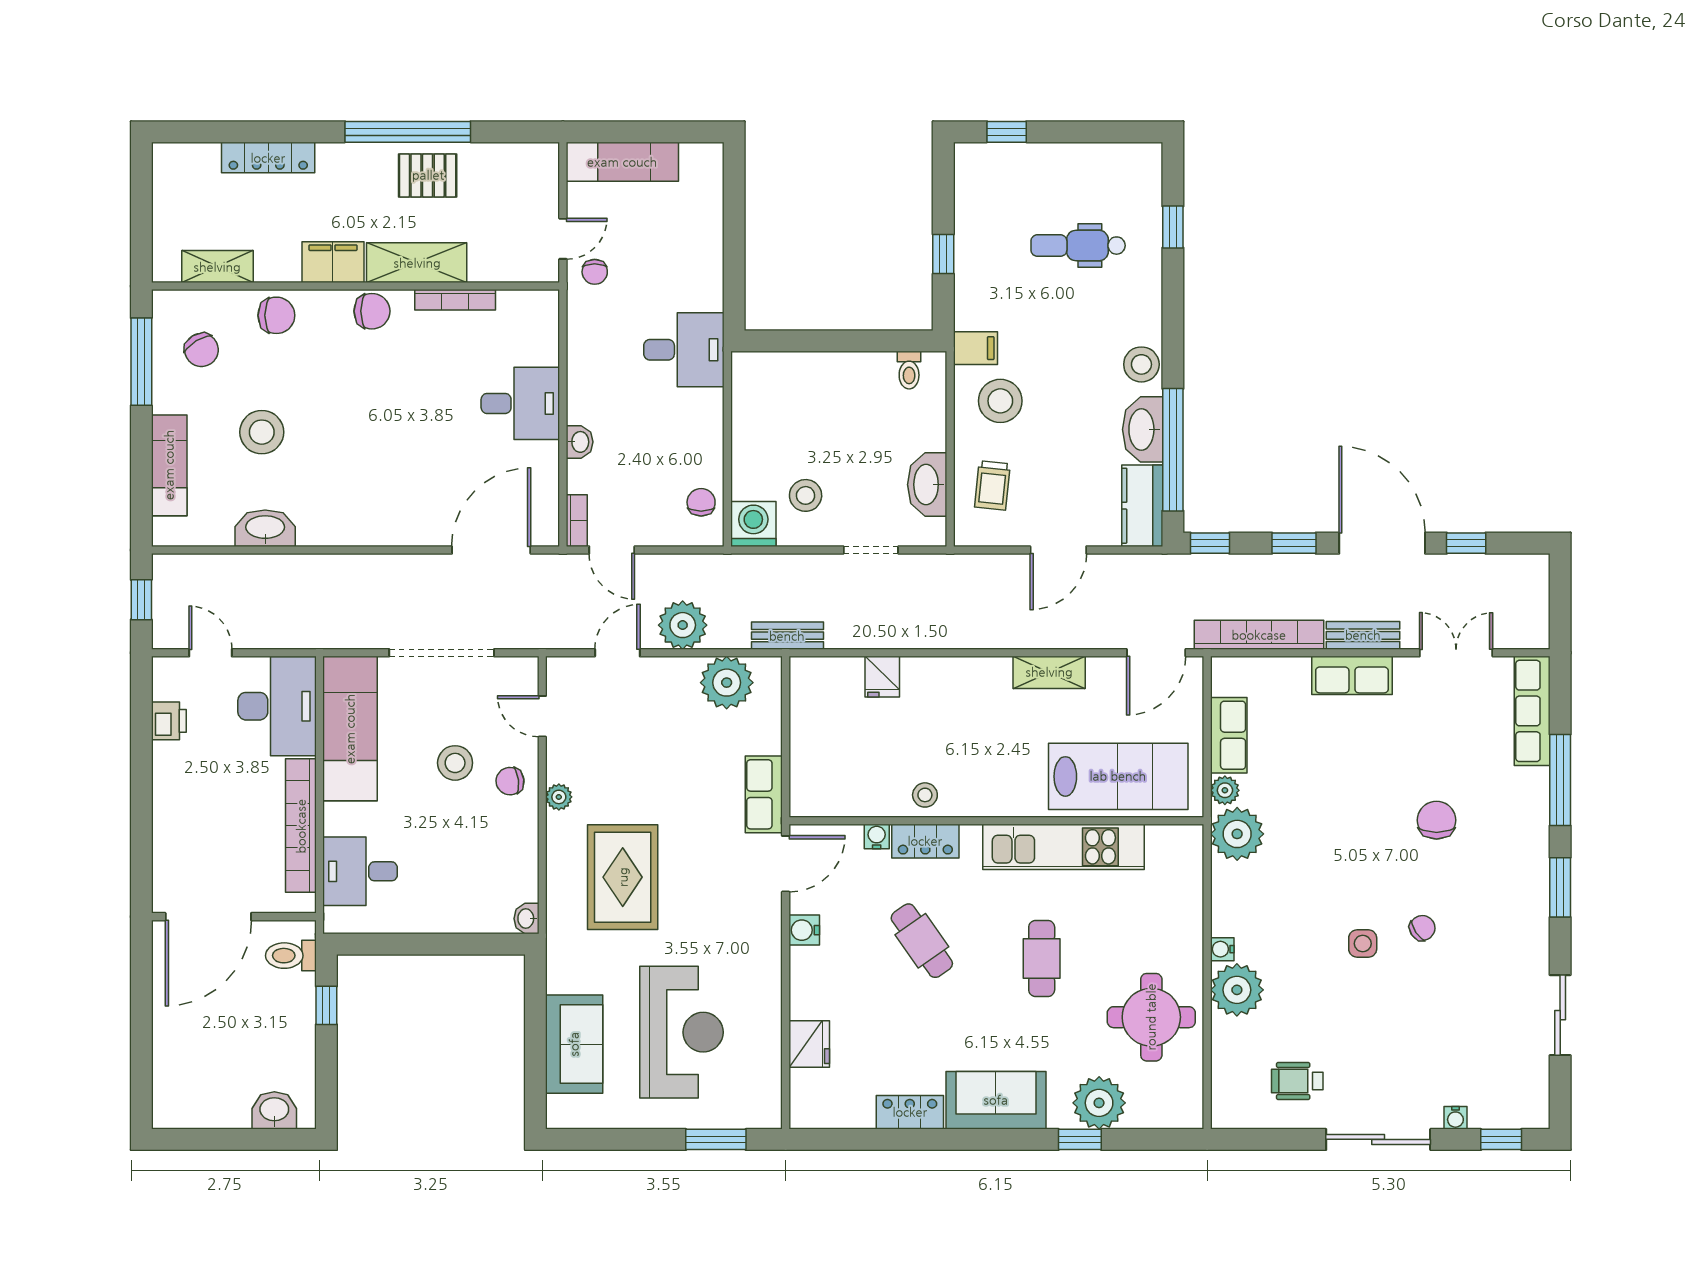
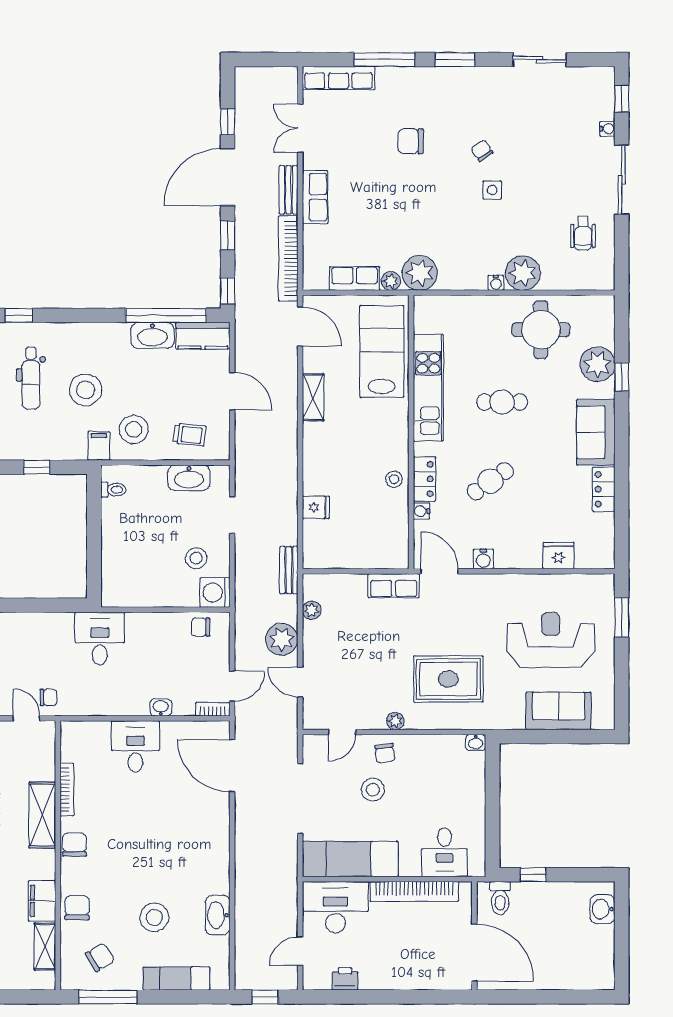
filing cabinet: (333, 262) -> (42, 901), moved
stool: (1141, 364) -> (86, 390), moved, width x1.38, depth x1.38
plant: (727, 683) -> (312, 610), width x0.53, depth x0.53

